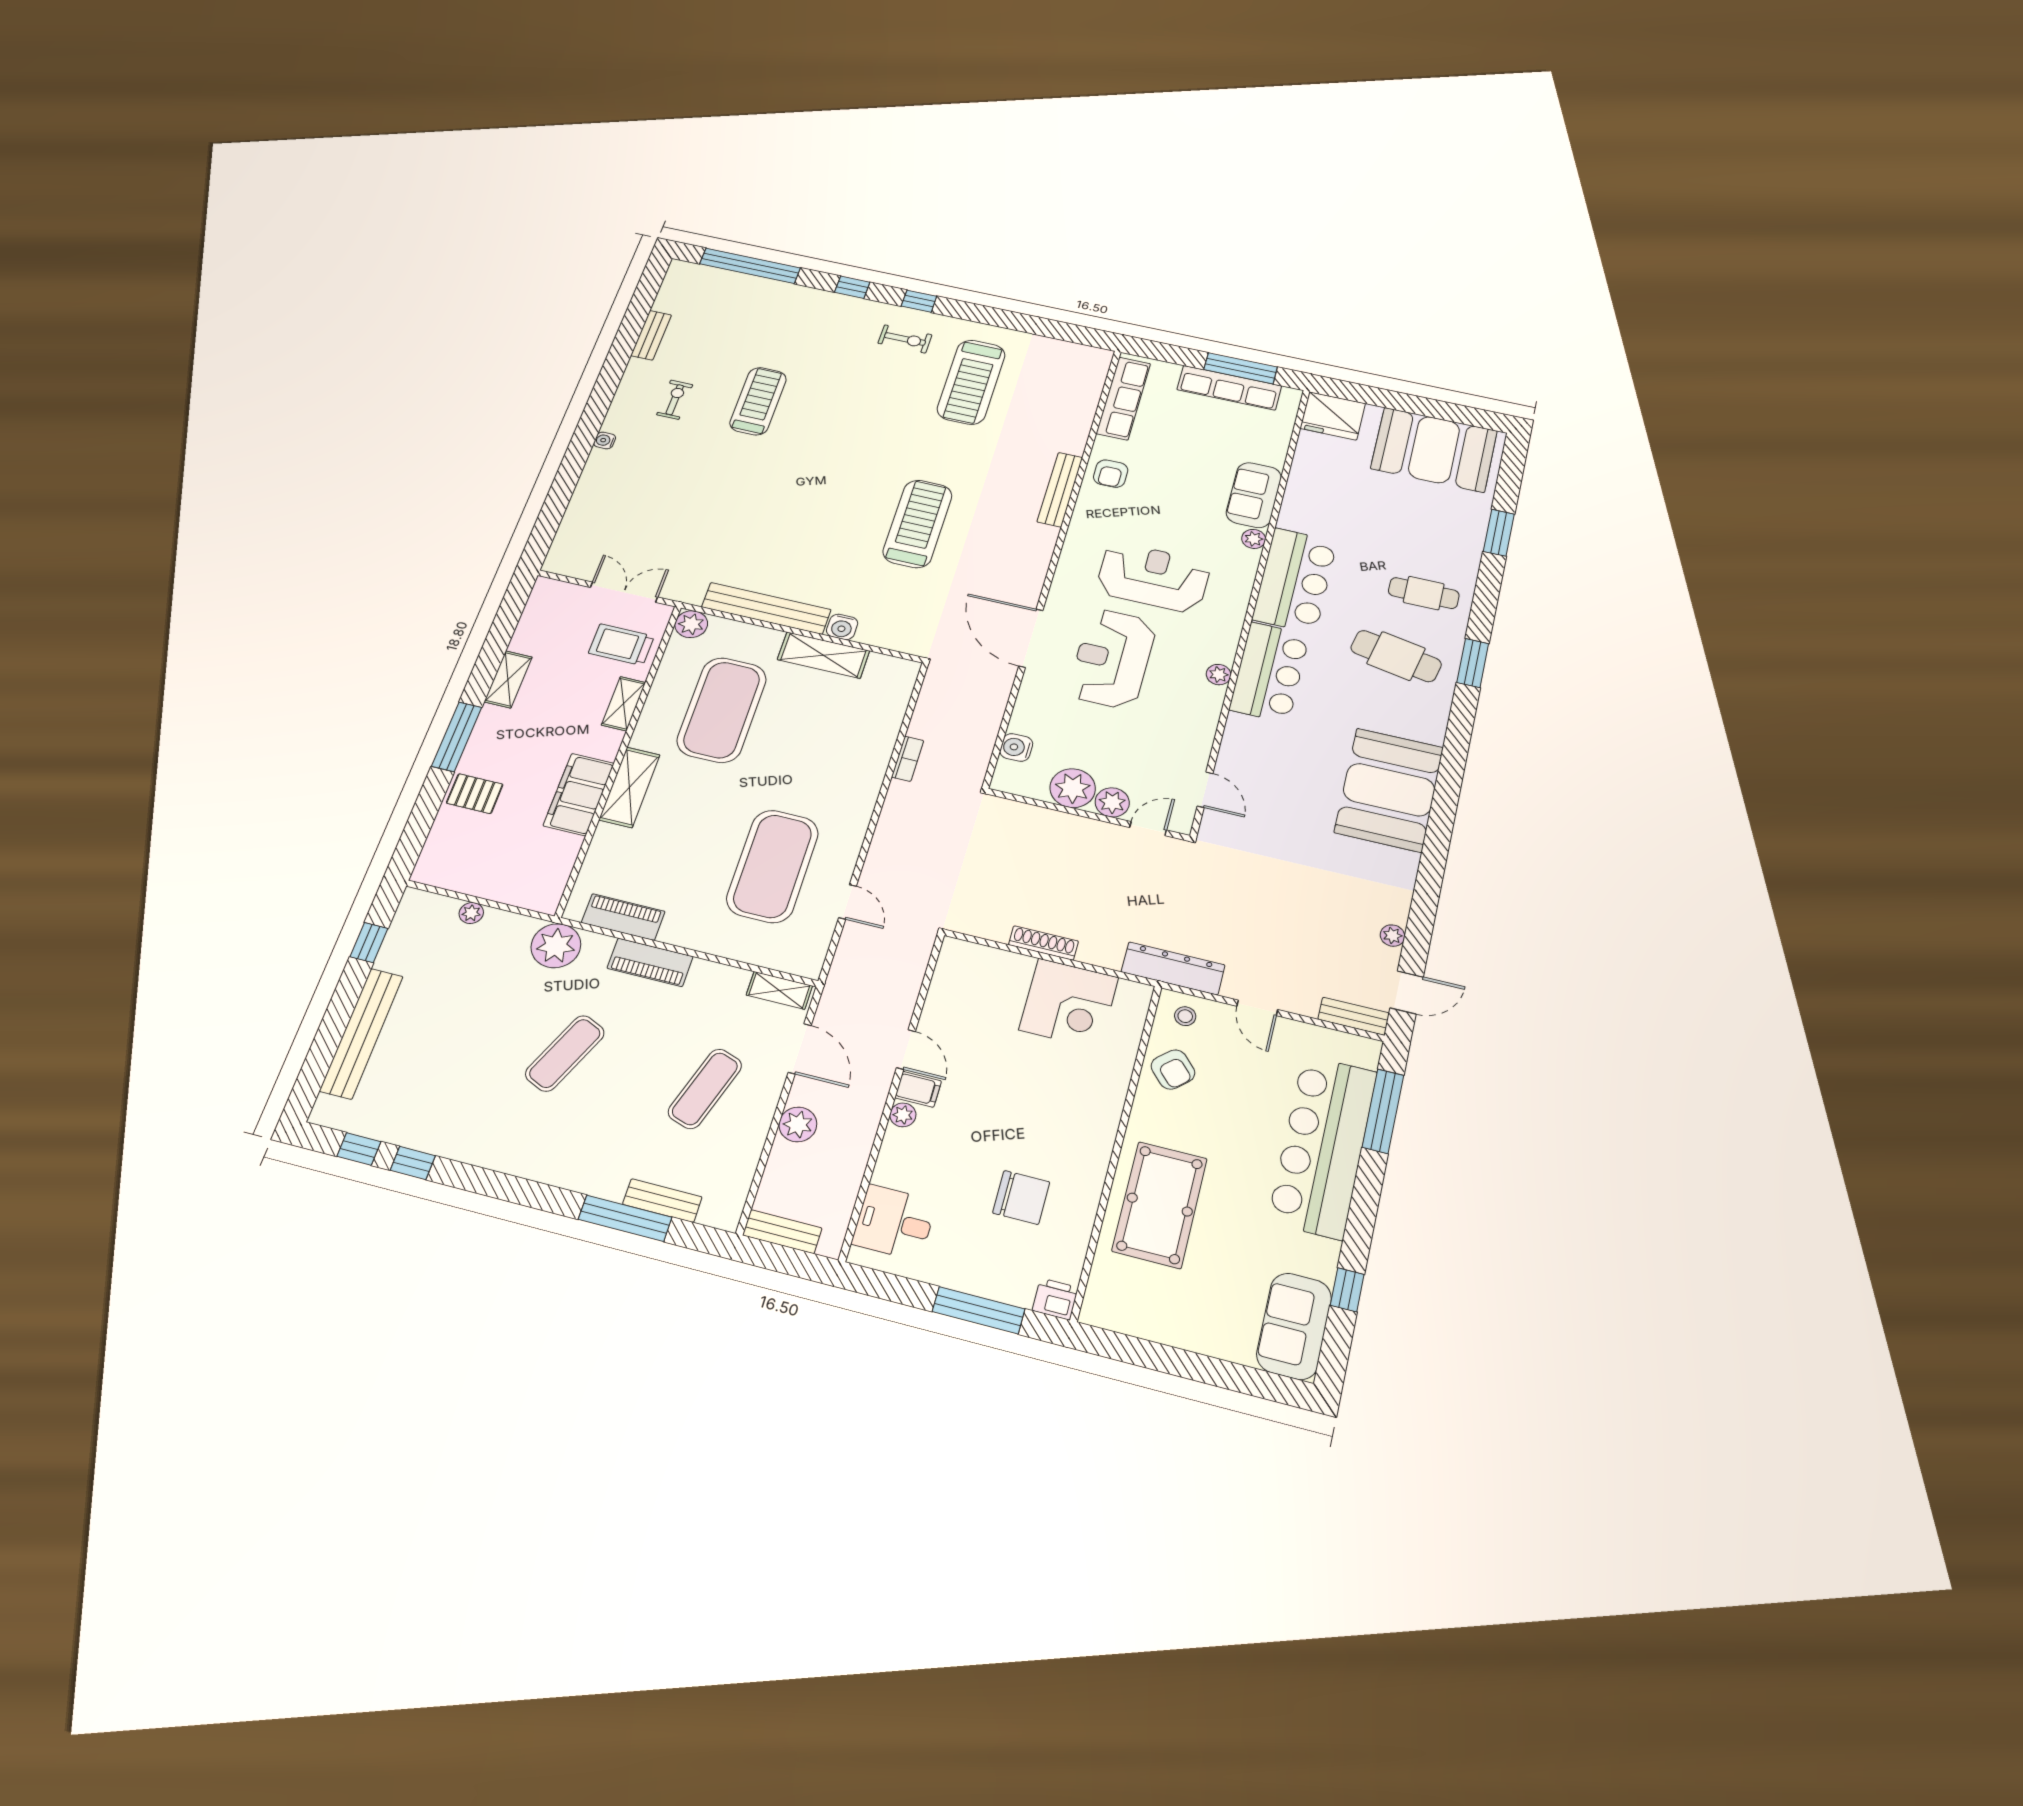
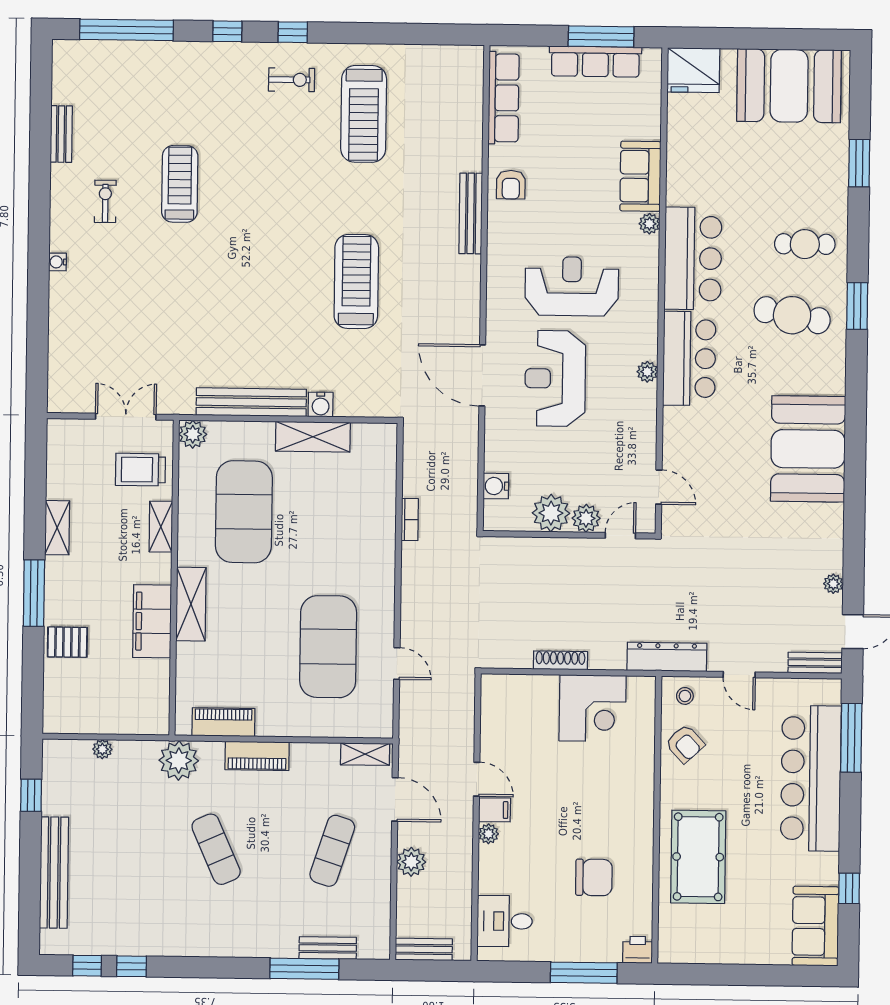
exercise mat: (565, 1053) -> (216, 849), turned -48

